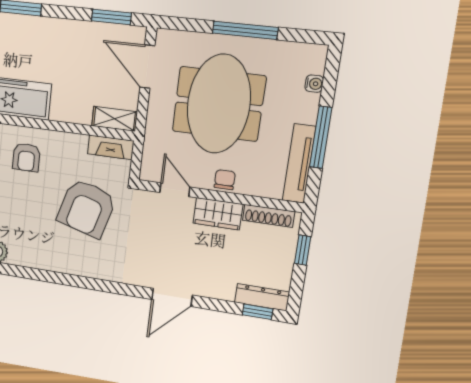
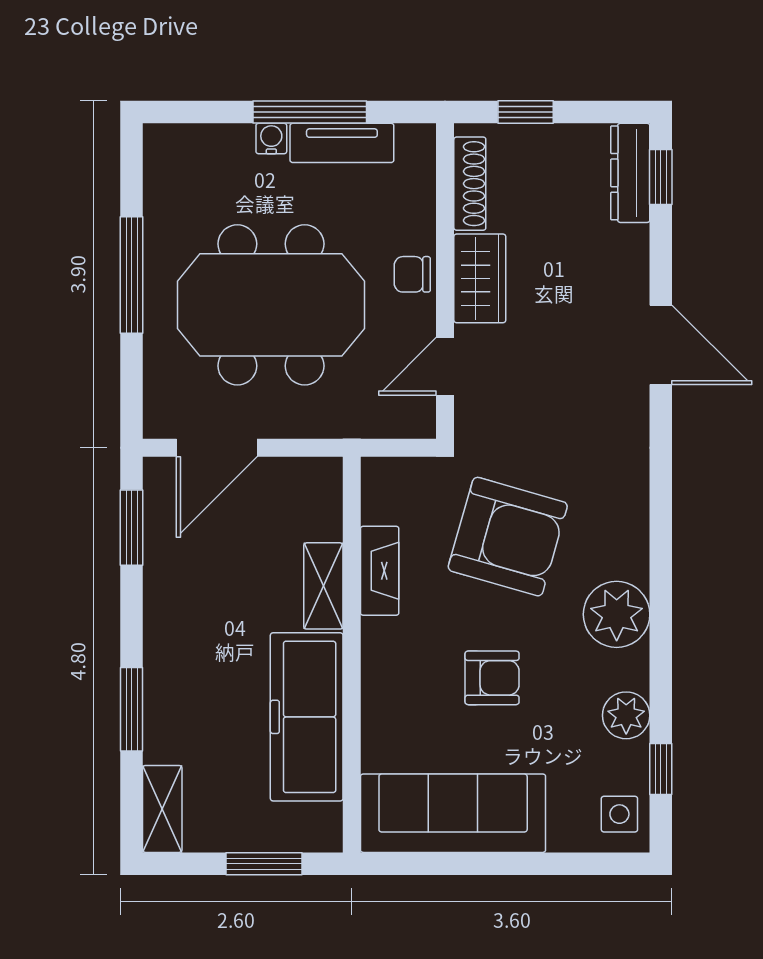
water cooler: (314, 84) -> (271, 138), moved
shelving: (114, 119) -> (323, 586), moved
fireplace: (111, 147) -> (380, 571), moved
armchair: (26, 157) -> (492, 678), moved
tv unit: (299, 164) -> (342, 143), width x0.71
plant: (44, 255) -> (617, 614), added

